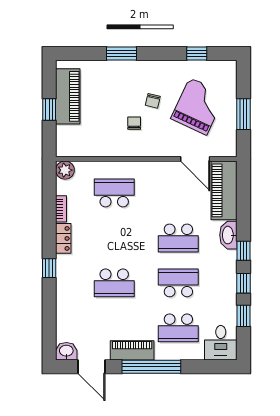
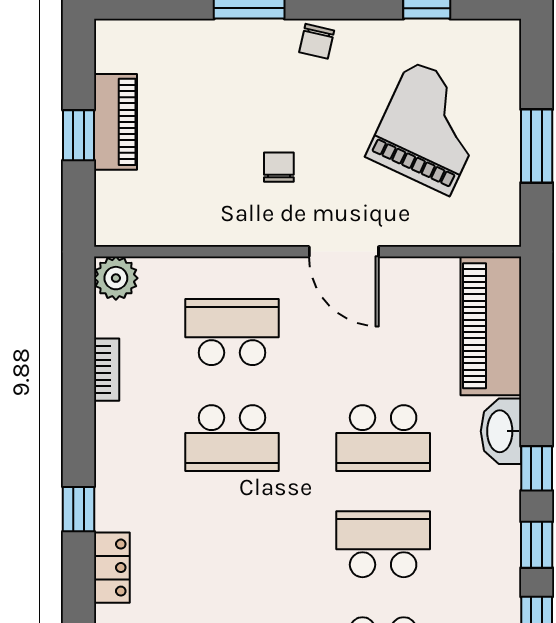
piano: (68, 96) -> (116, 122), width x0.73, depth x0.75
chair: (153, 101) -> (317, 41), moved
door: (195, 159) -> (344, 252), moved
locker: (63, 238) -> (112, 568), moved
school desk: (114, 283) -> (232, 438), moved

